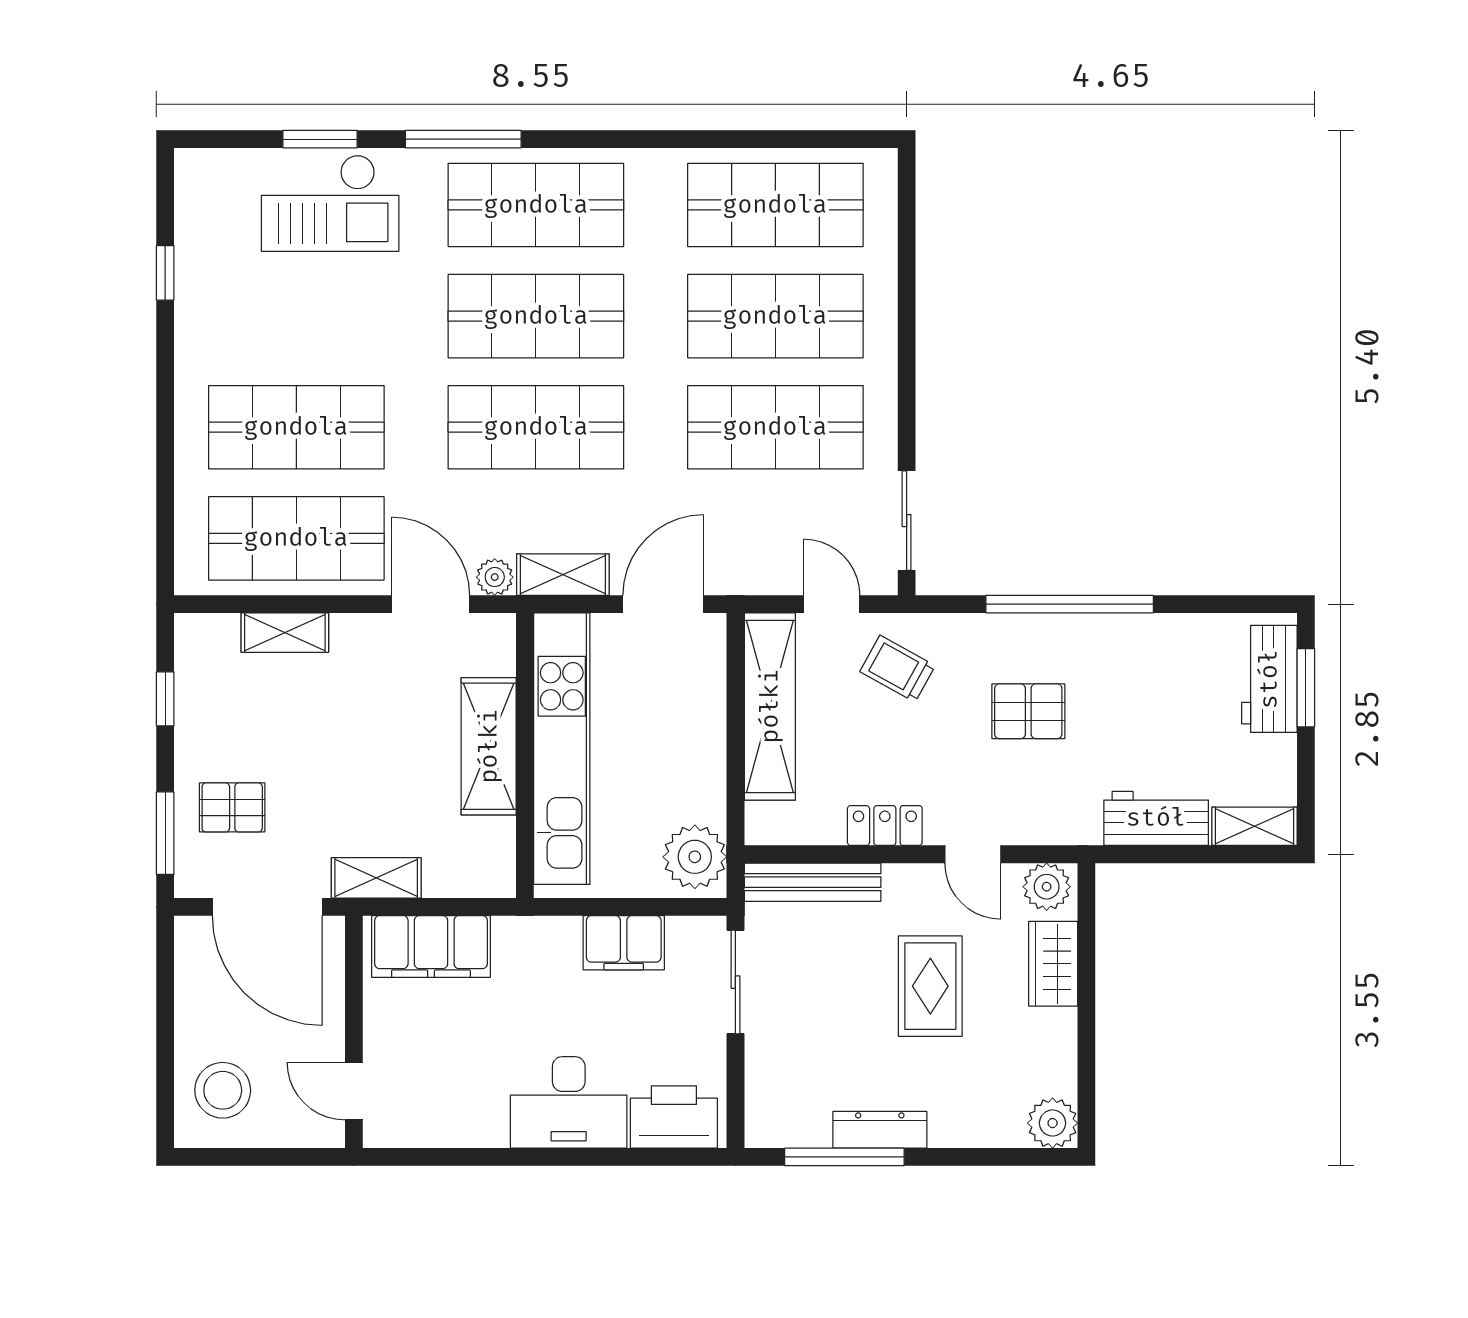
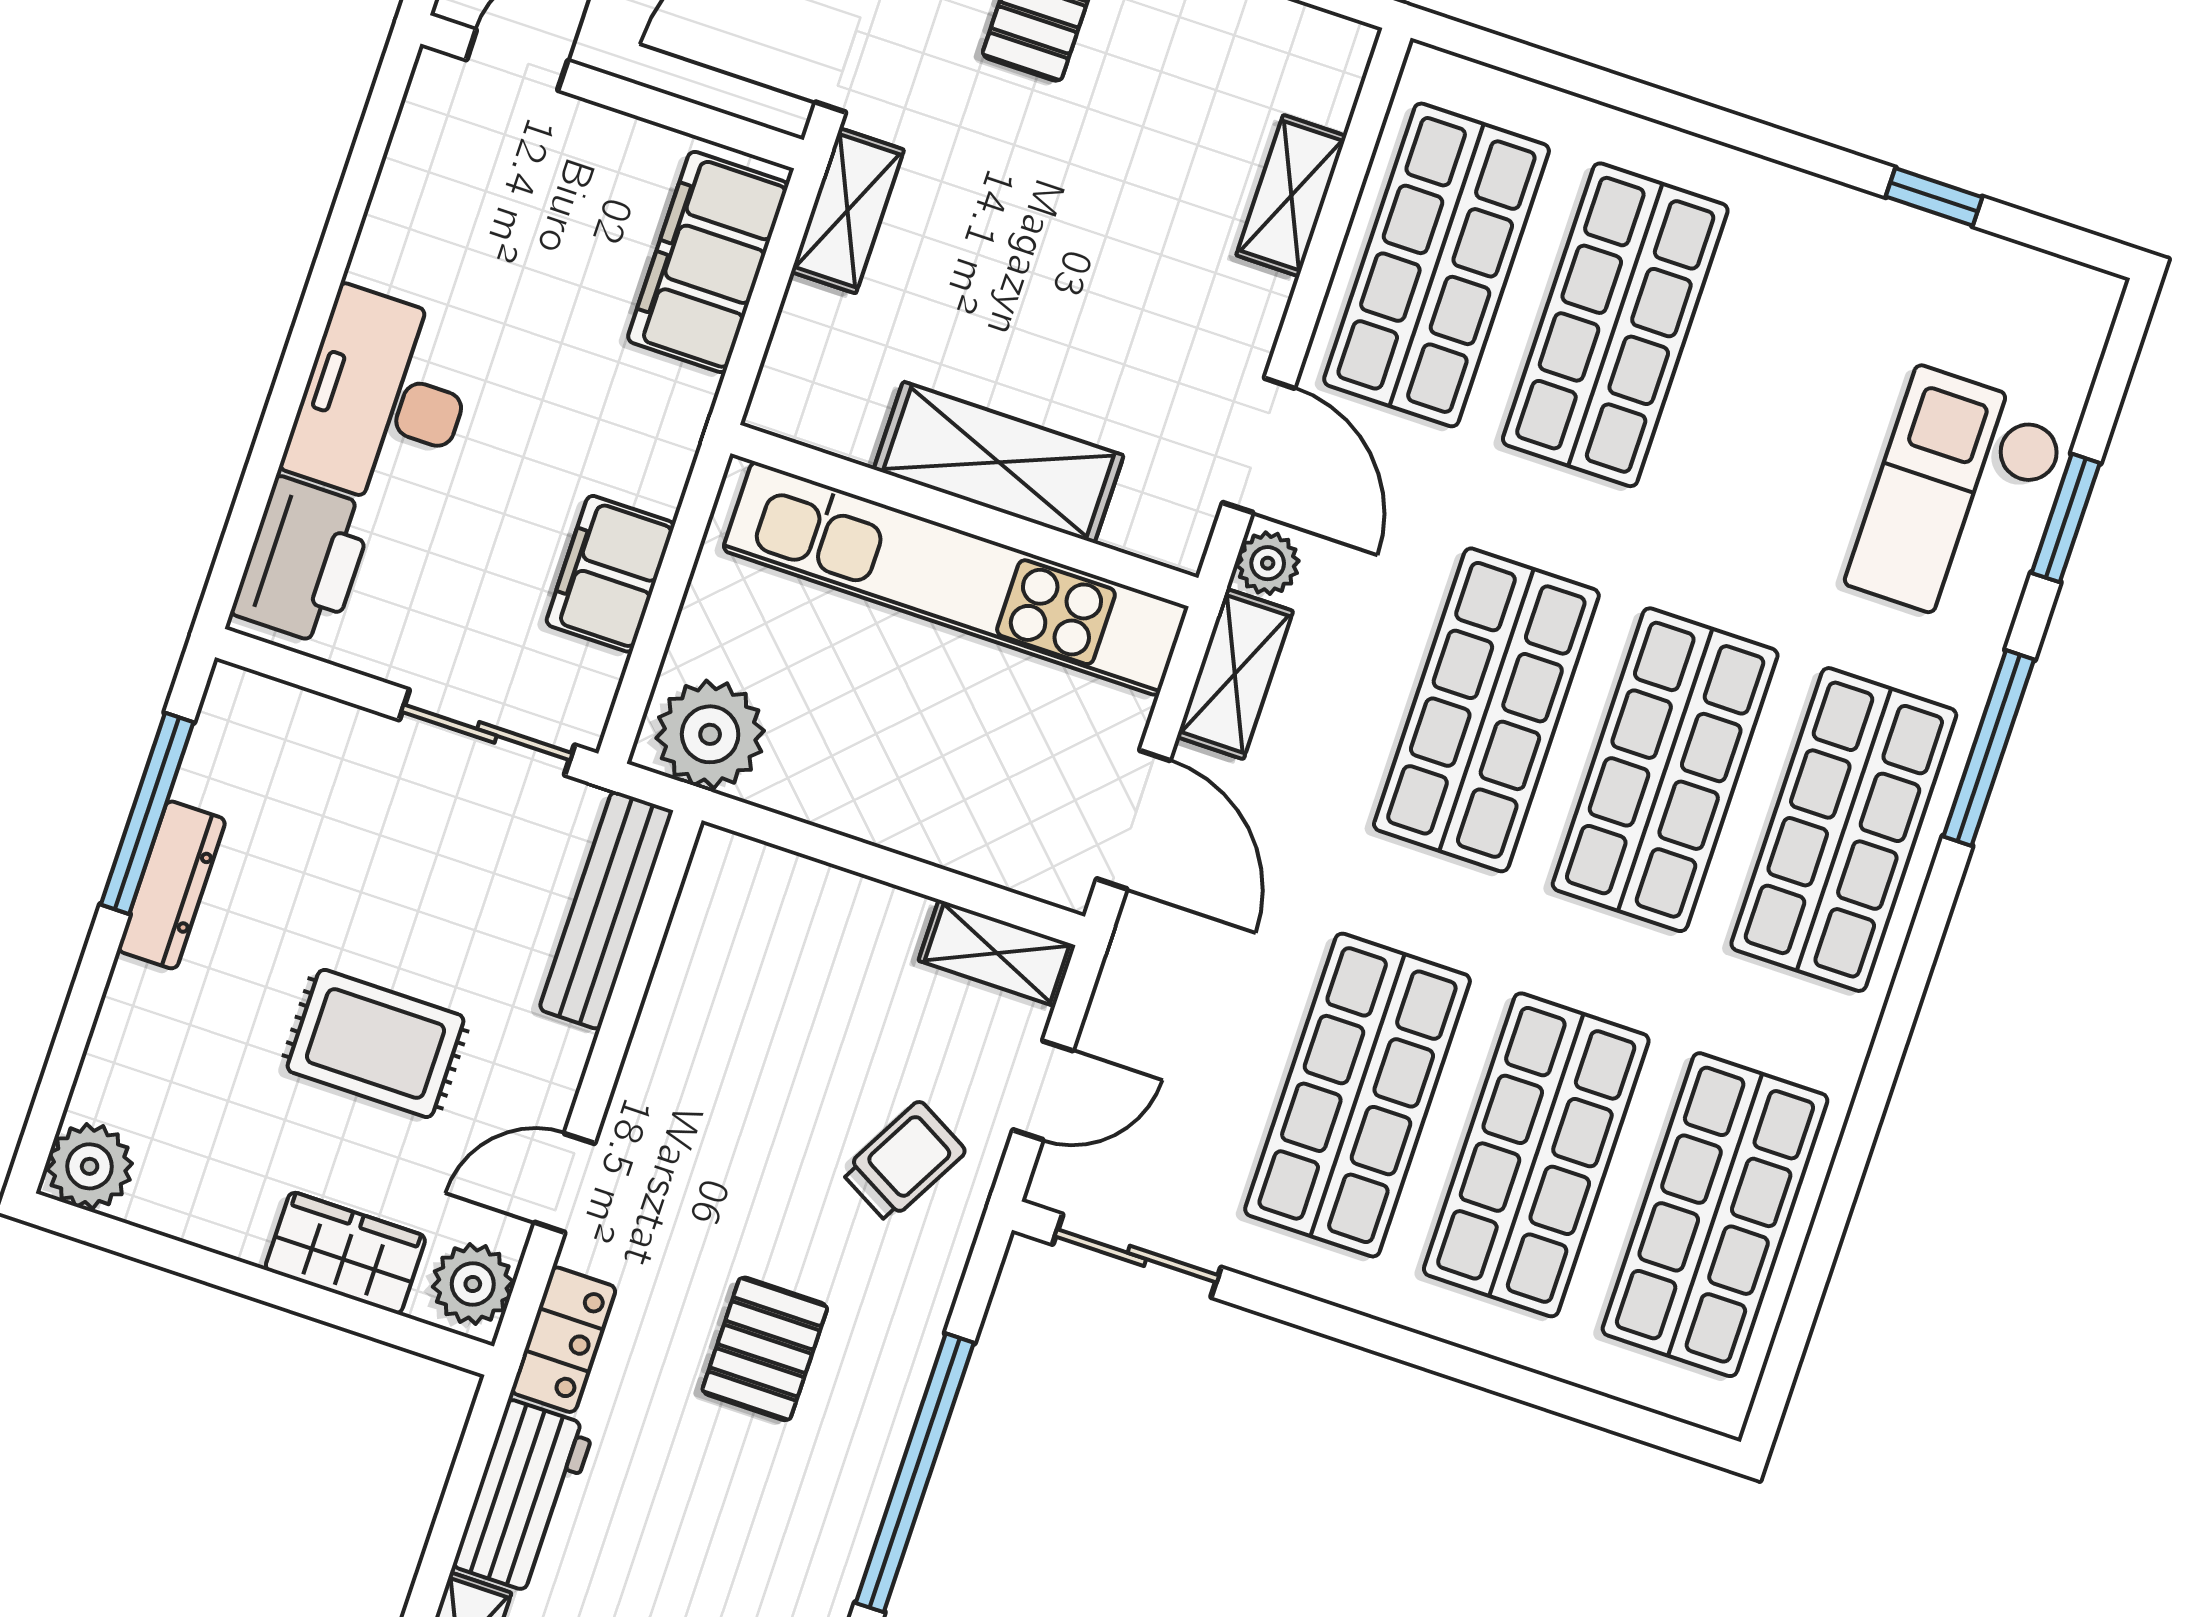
door: (431, 604) -> (1259, 445), hinge flipped
shelving: (770, 706) -> (997, 953), width x0.45, depth x0.75
locker: (885, 825) -> (564, 1340), moved

